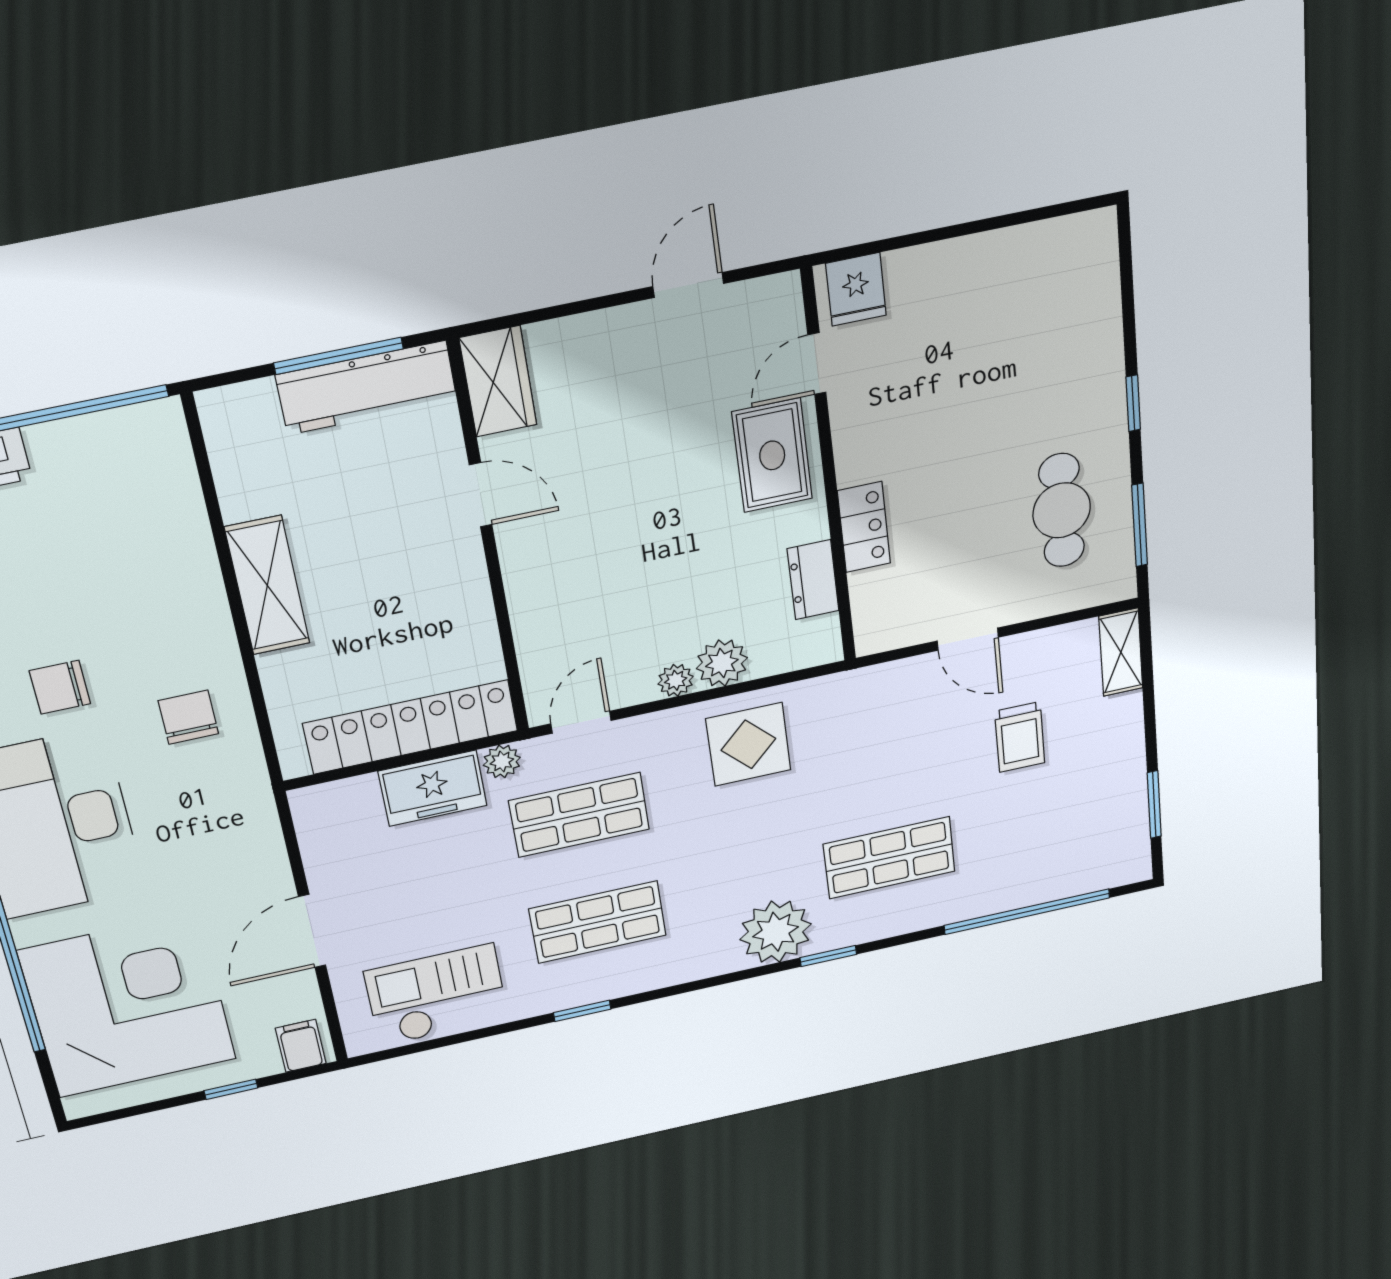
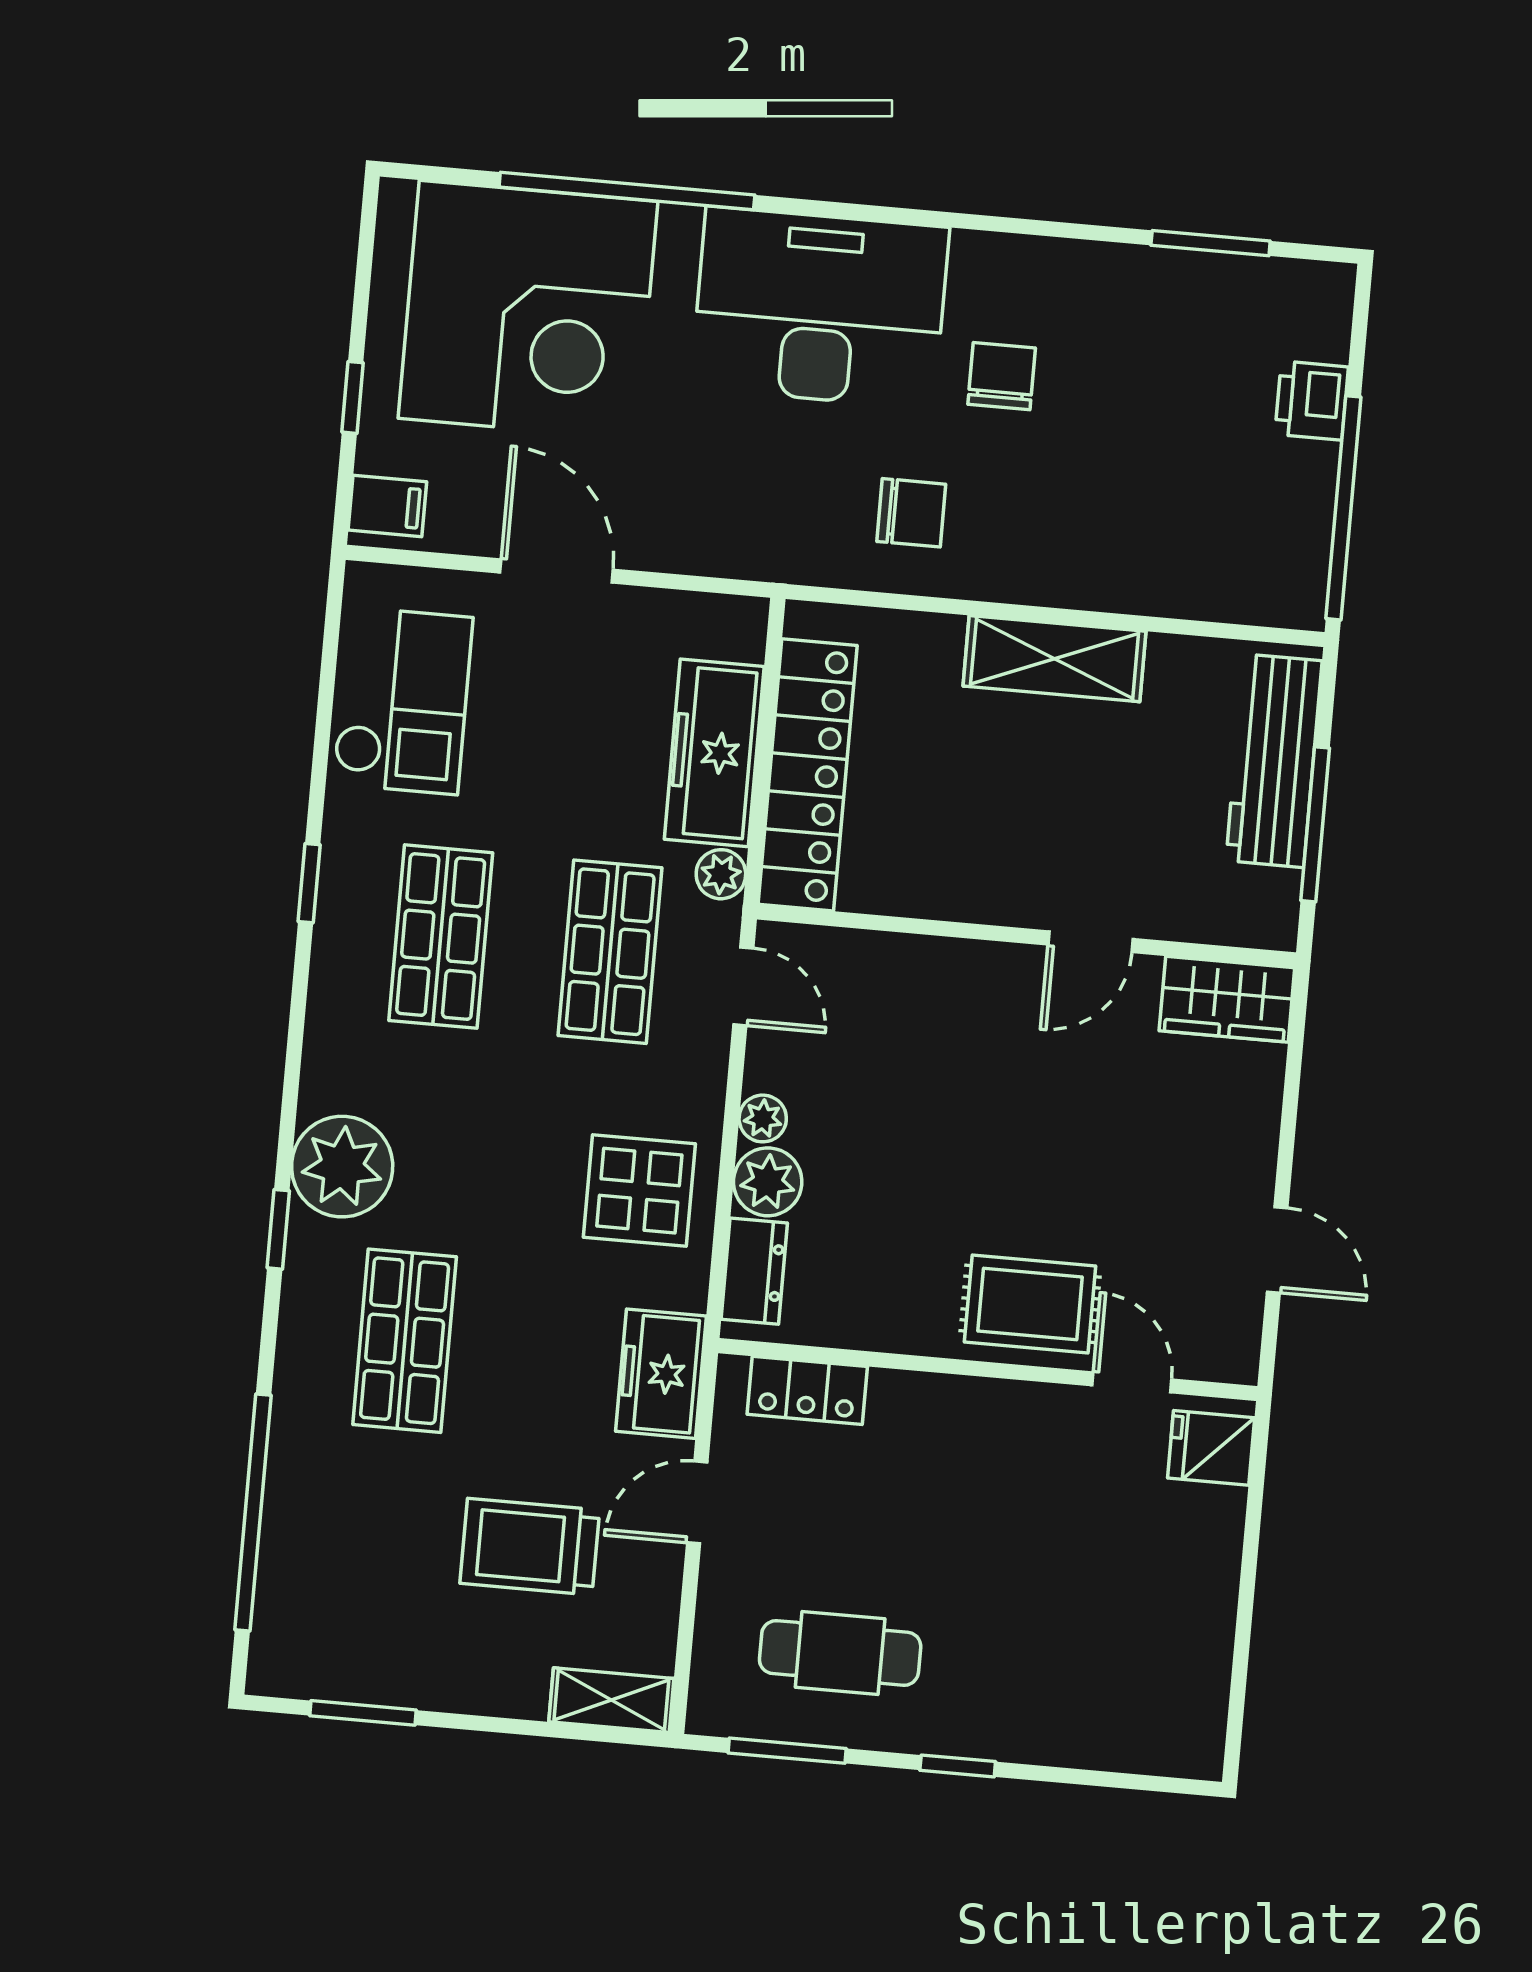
workbench: (367, 388) -> (1274, 761), moved
locker: (864, 527) -> (807, 1390), moved
dresser: (813, 580) -> (754, 1271), moved, turned 90
freezer: (879, 691) -> (661, 1374), added
trolley: (1020, 737) -> (530, 1547), width x1.36, depth x1.39
freezer: (433, 788) -> (714, 753), width x1.40

